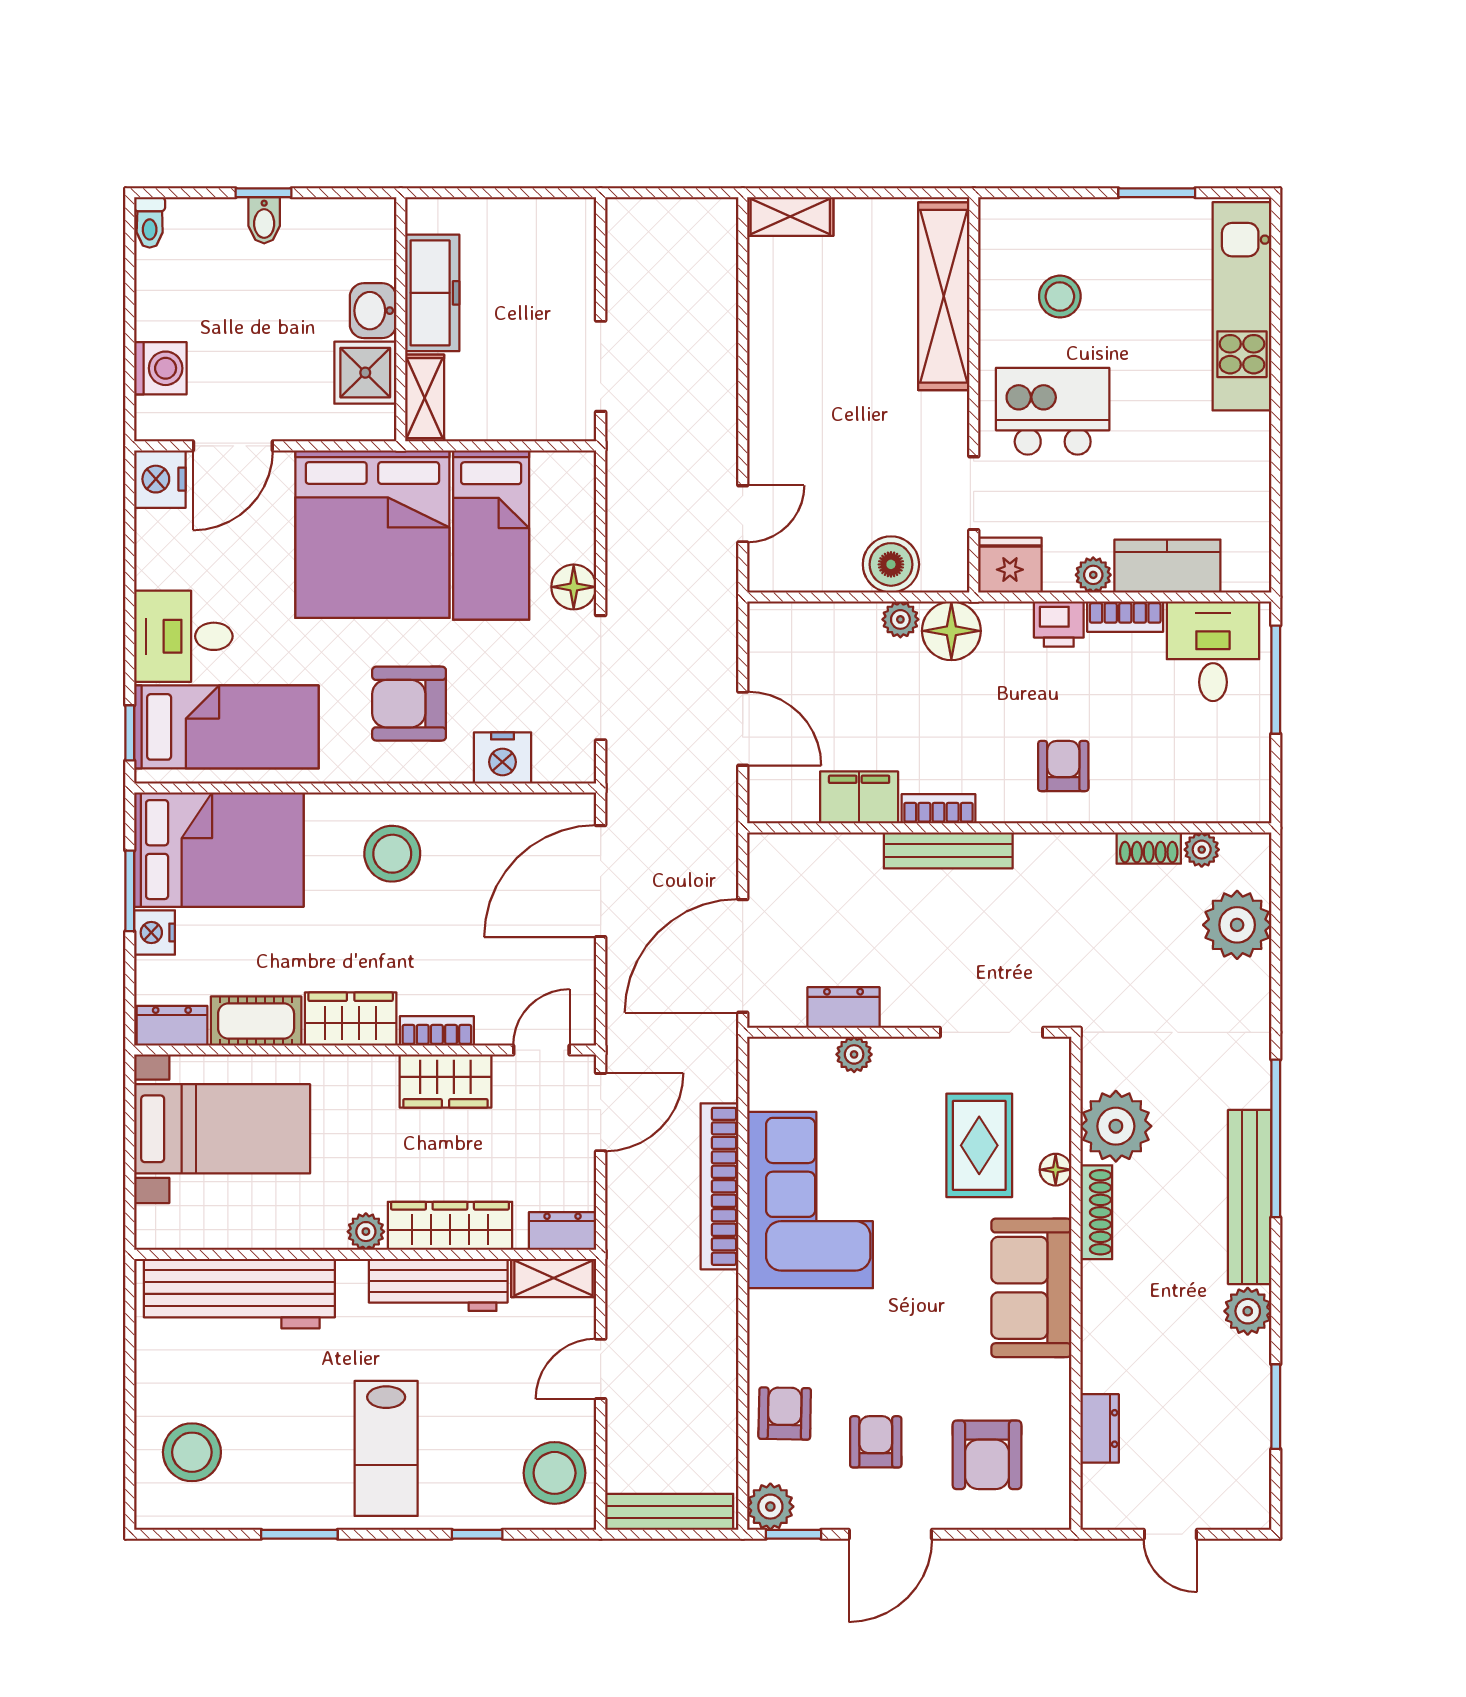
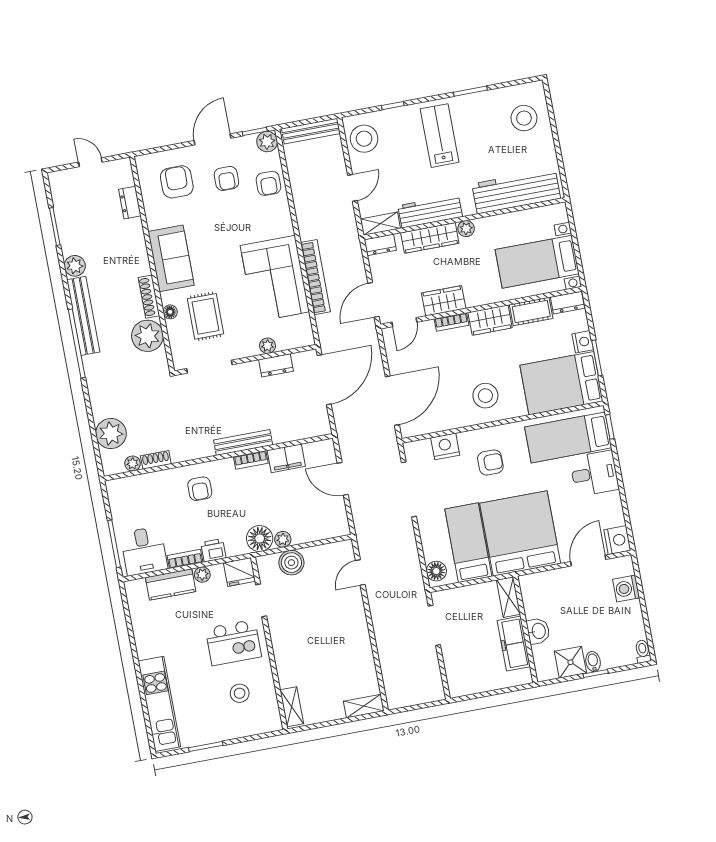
shelving: (944, 296) -> (292, 707), width x0.45, depth x0.75
shower: (365, 373) -> (570, 662), moved
floor lamp: (574, 587) -> (436, 571), moved
armchair: (409, 704) -> (490, 462), width x0.72, depth x0.72

